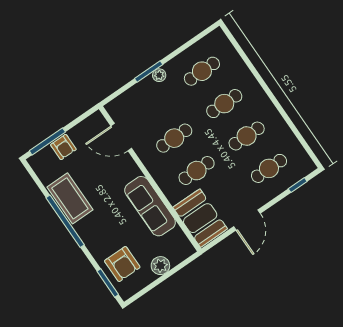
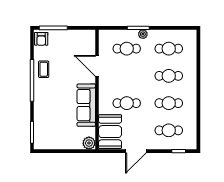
door: (121, 137) -> (97, 66), moved
cafe table: (174, 138) -> (127, 49), moved
armchair: (63, 147) -> (41, 39), moved
coffee table: (70, 198) -> (44, 69), width x0.54, depth x0.58
armchair: (122, 264) -> (48, 127), removed
plant: (160, 266) -> (89, 143), moved

